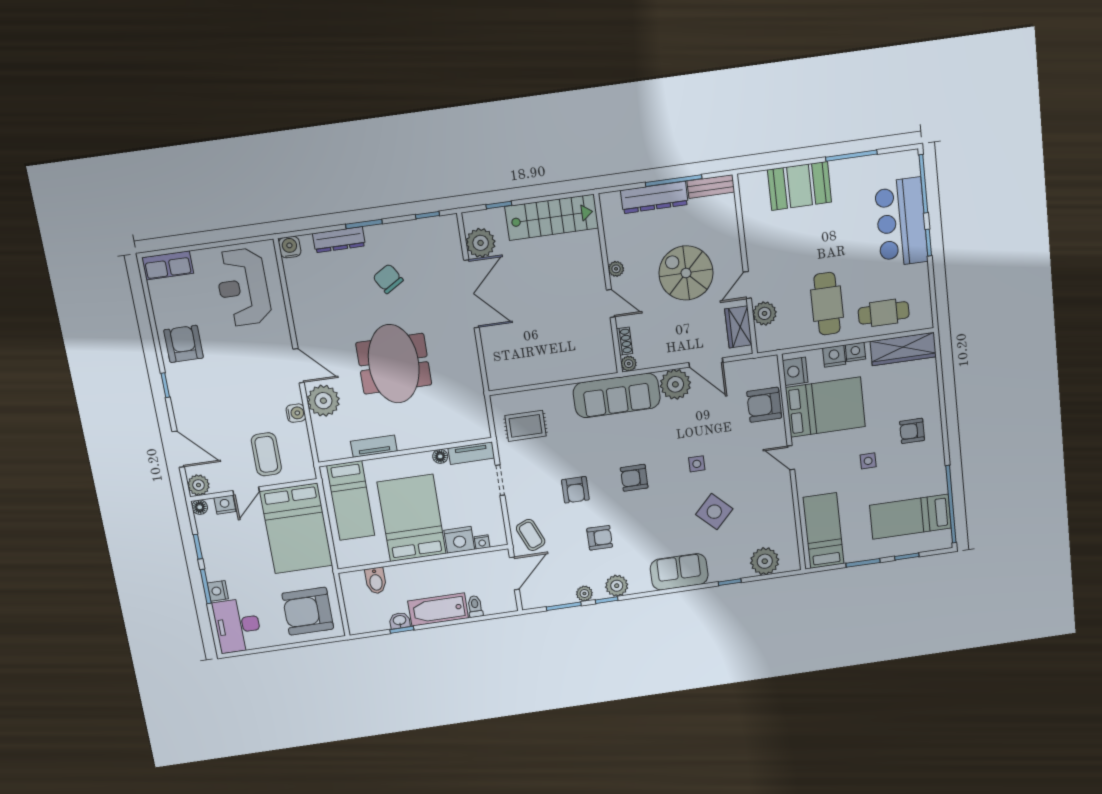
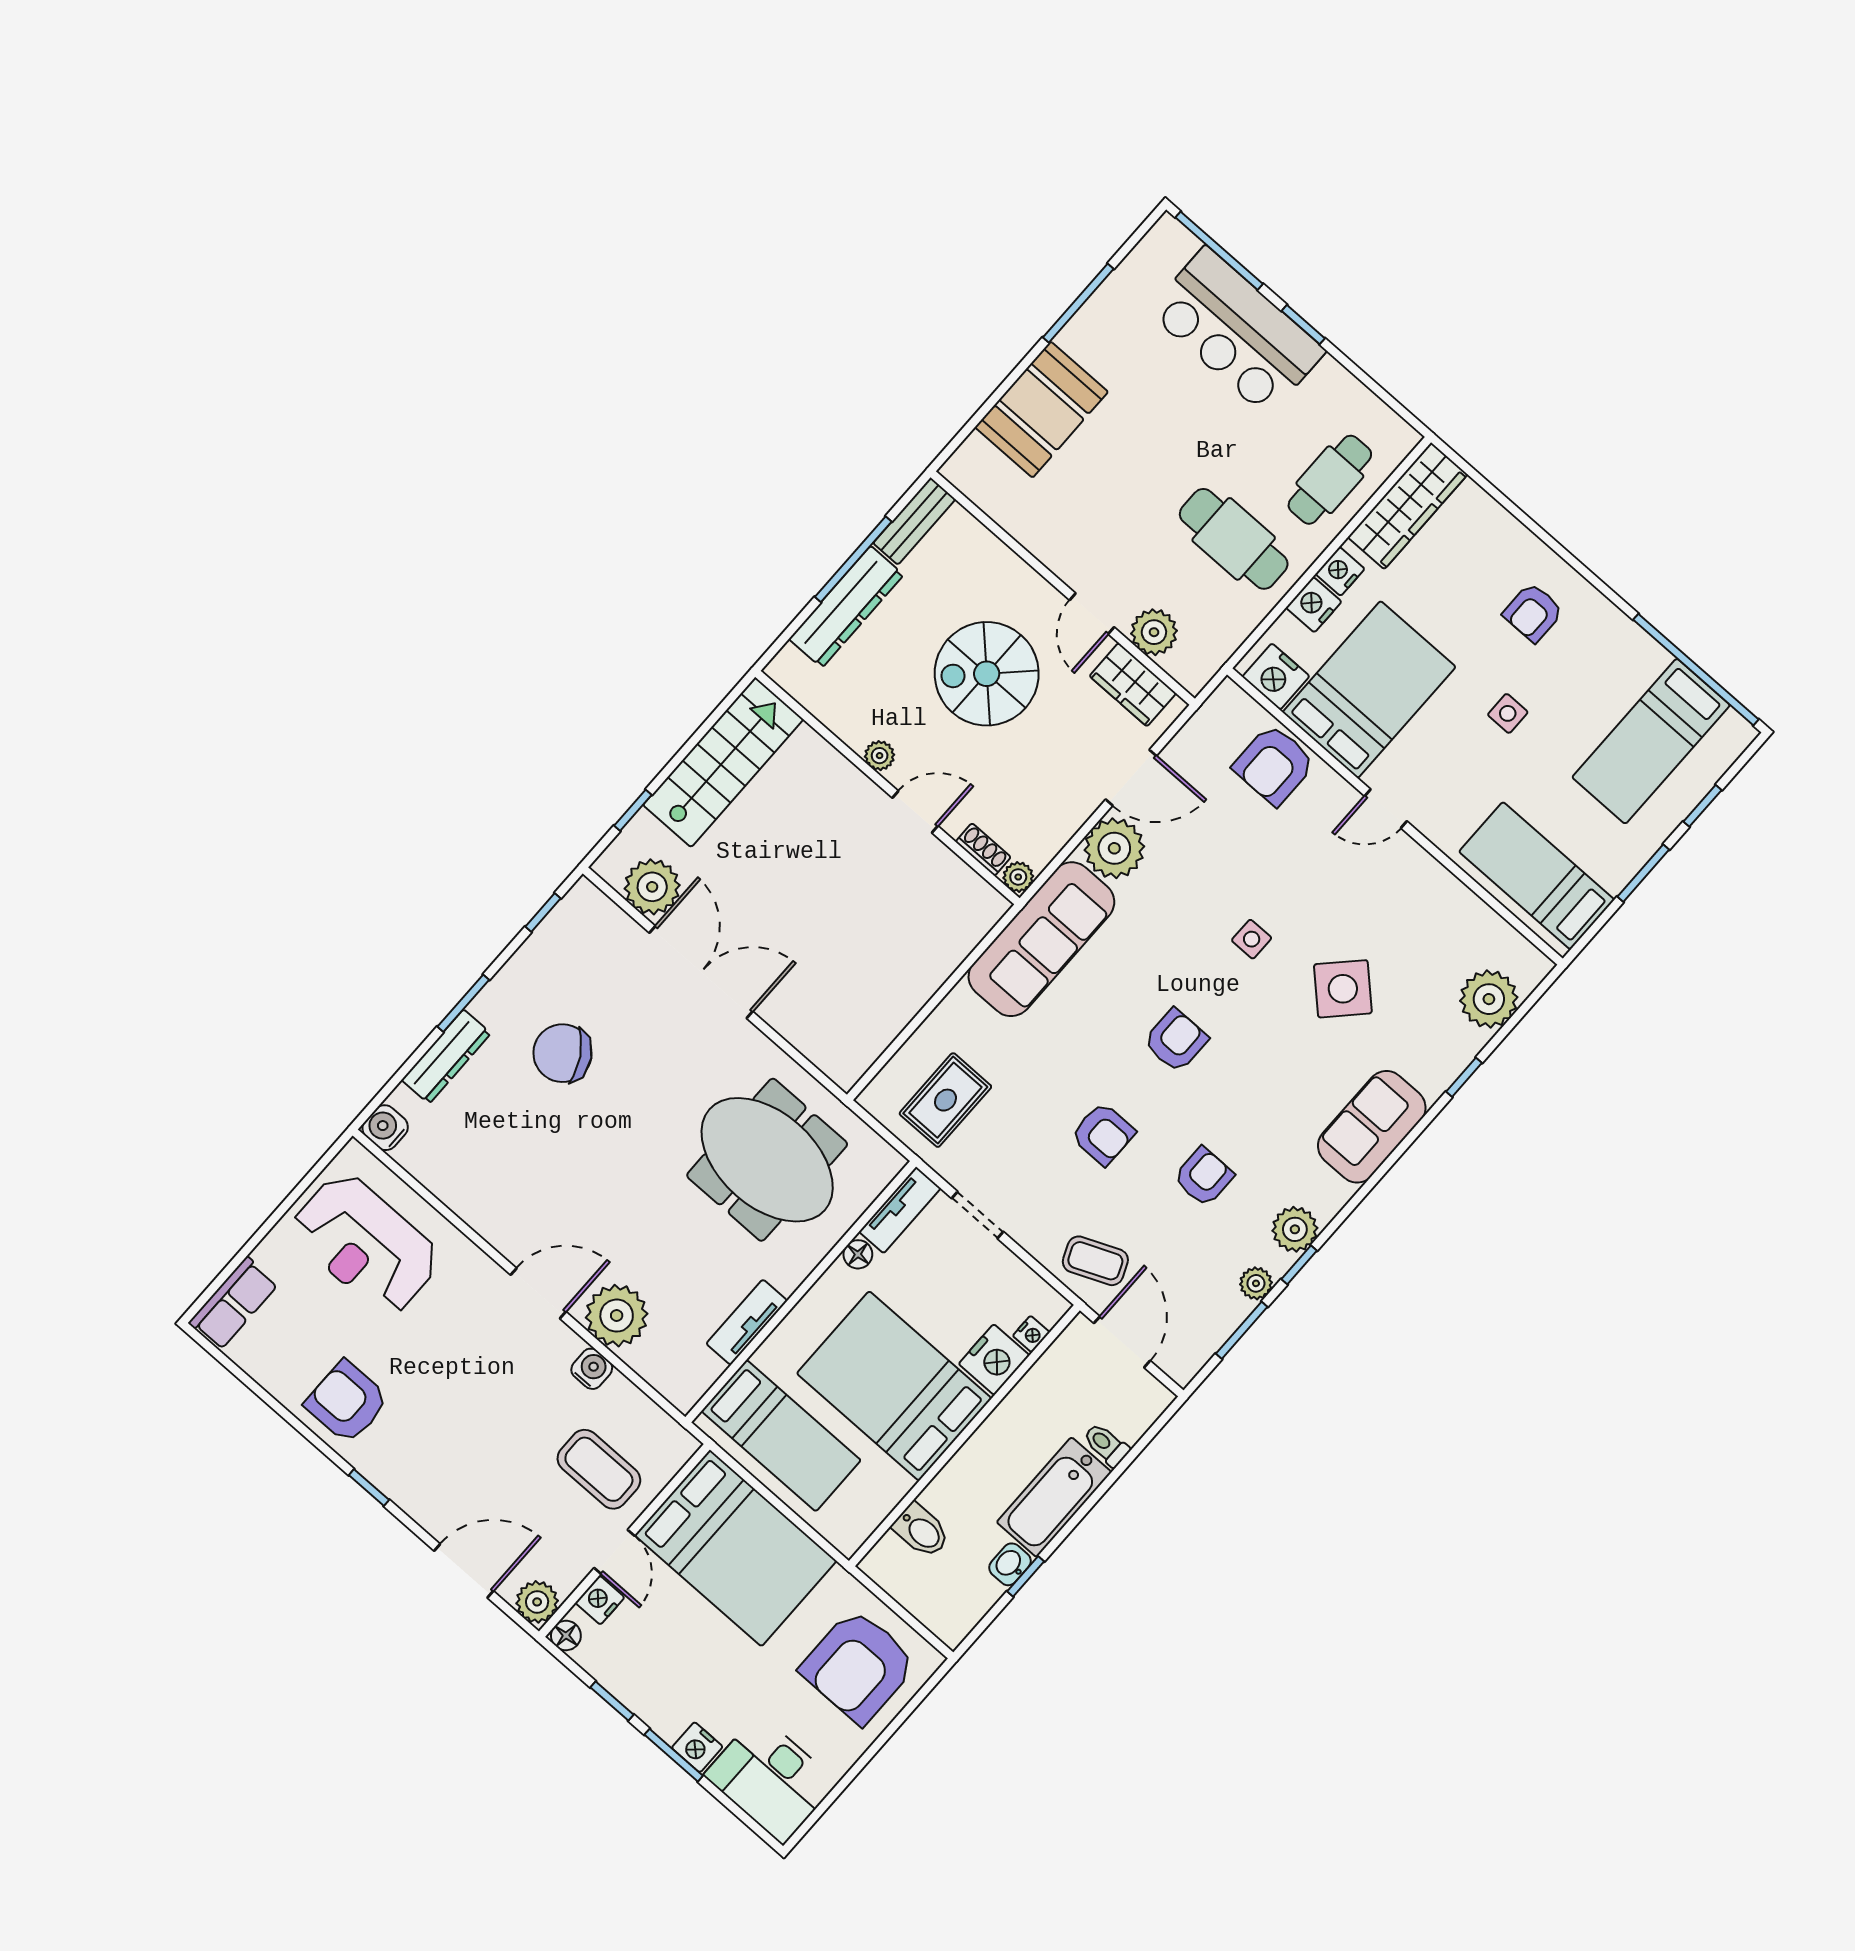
chair: (388, 279) -> (562, 1053), width x1.37, depth x1.37
meeting table: (394, 364) -> (767, 1160), moved
armchair: (634, 478) -> (1176, 1040), turned 180

